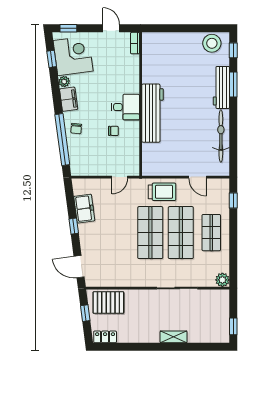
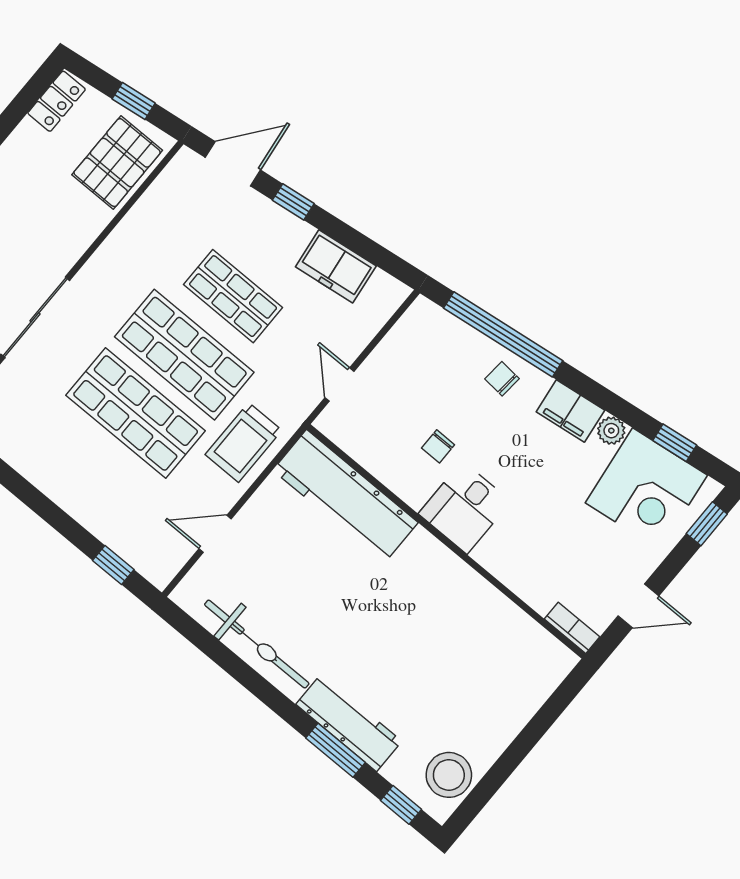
workbench: (153, 113) -> (345, 496), moved
window: (74, 226) -> (293, 202), moved
shop shelf: (211, 233) -> (233, 296), moved

